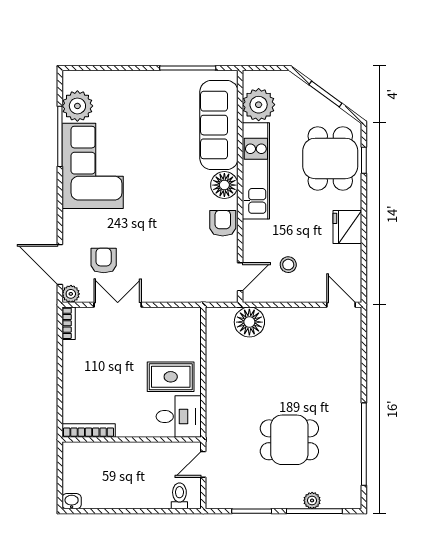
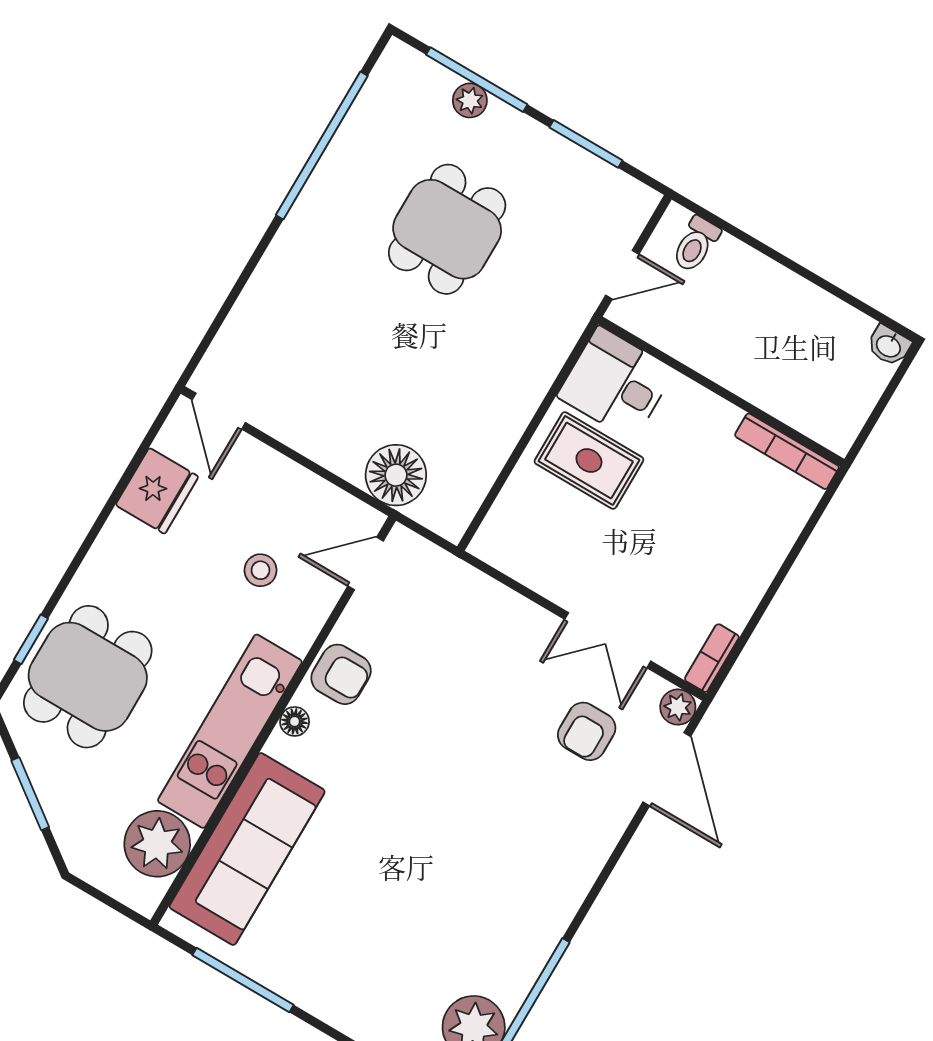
corner sofa: (93, 166) -> (509, 907), removed
floor lamp: (224, 185) -> (295, 721), width x0.53, depth x0.53
armchair: (223, 223) -> (341, 674), turned -90
fridge: (347, 227) -> (157, 491), moved
stool: (288, 265) -> (261, 570), moved
dining table: (289, 440) -> (447, 229), turned 90

